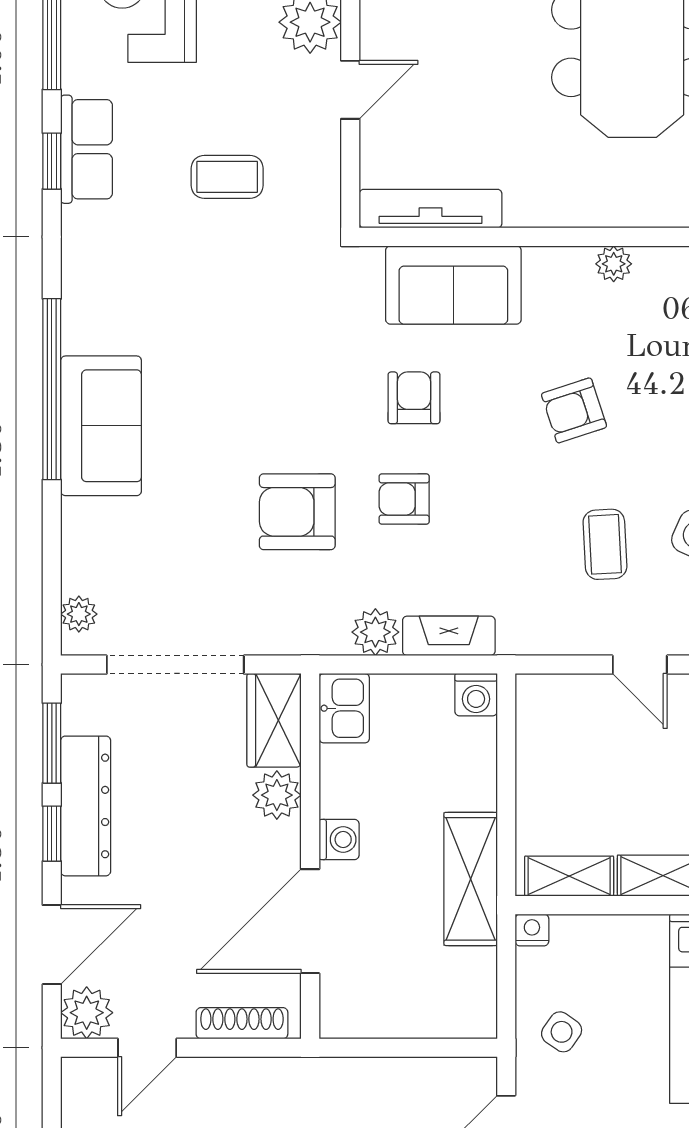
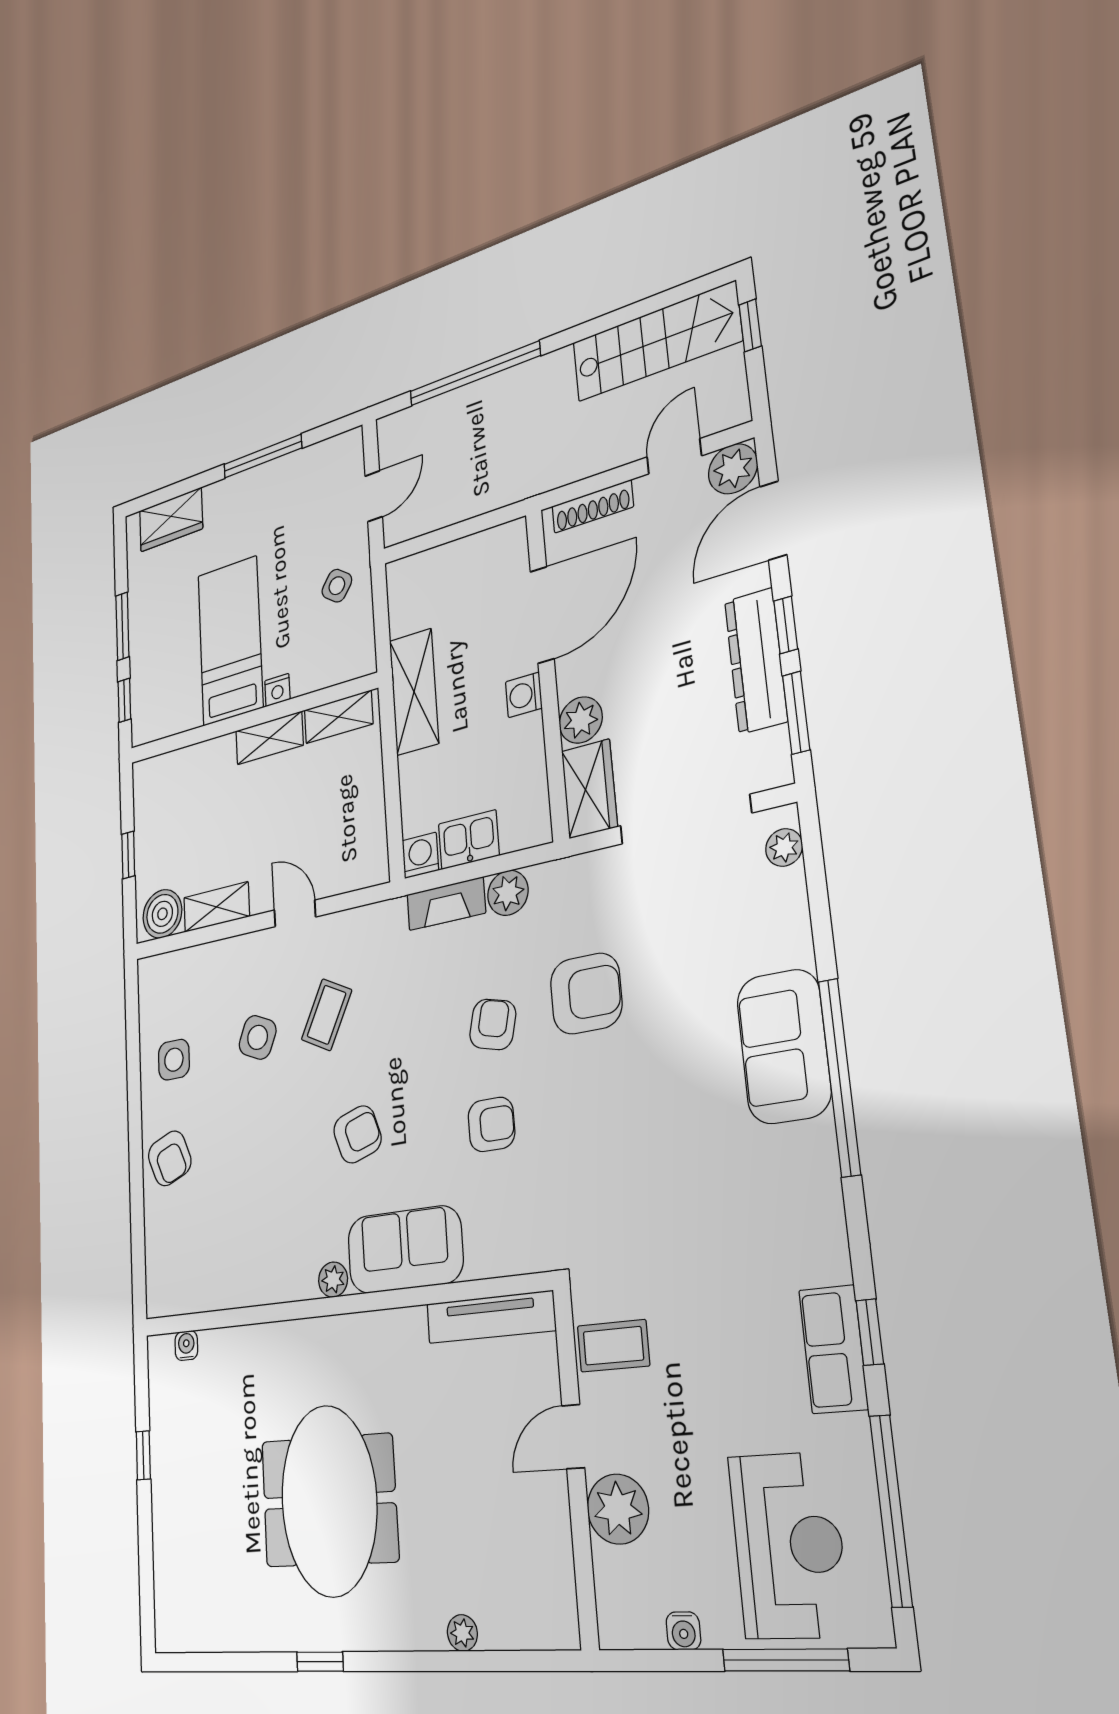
coffee table: (227, 177) -> (613, 1346), moved
sofa: (453, 285) -> (405, 1250), moved
armchair: (414, 398) -> (491, 1124), turned -90
armchair: (404, 499) -> (493, 1024), turned -76
coffee table: (605, 544) -> (327, 1015), turned 30
kitchen sink: (344, 708) -> (469, 840), moved, turned 90
nightstand: (532, 930) -> (277, 690), moved

